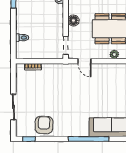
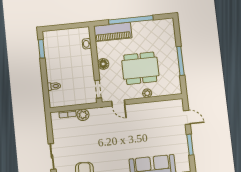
plant: (48, 69) -> (83, 115), added

